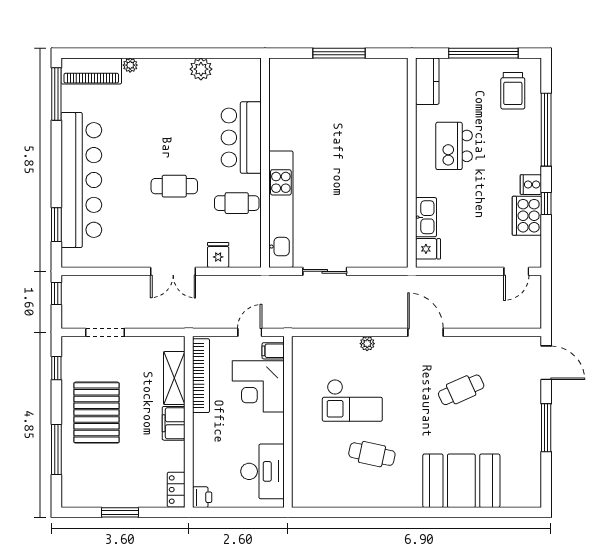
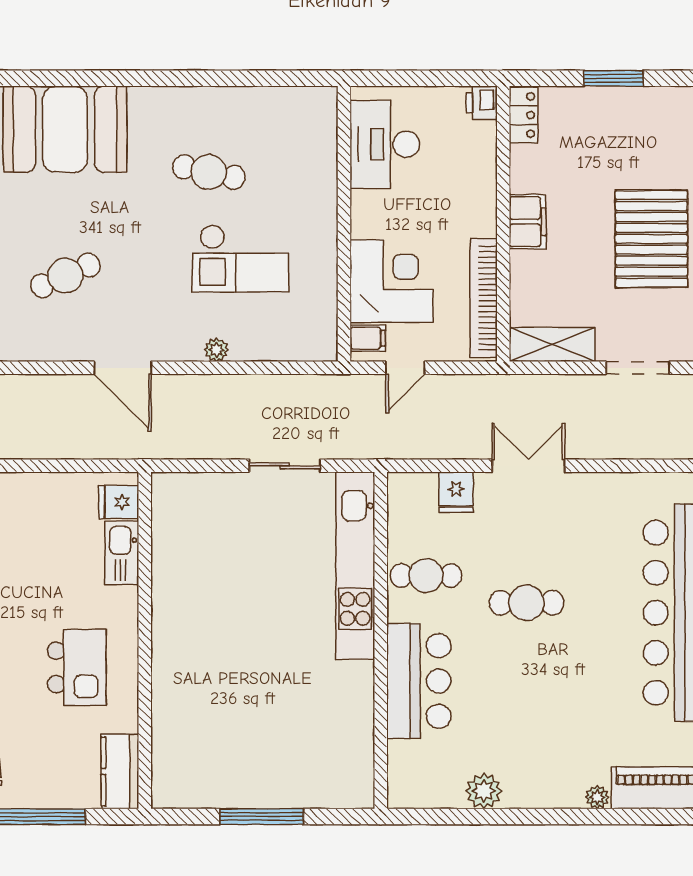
shelving: (174, 378) -> (552, 344), moved, turned 90
checkout: (352, 400) -> (240, 258), turned 180

